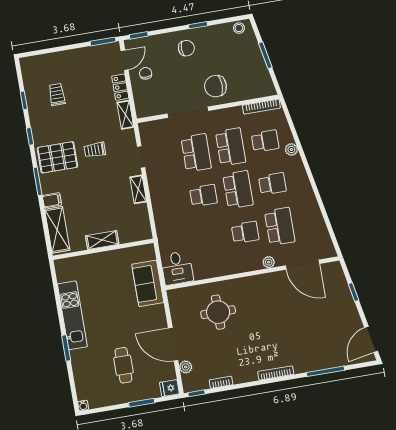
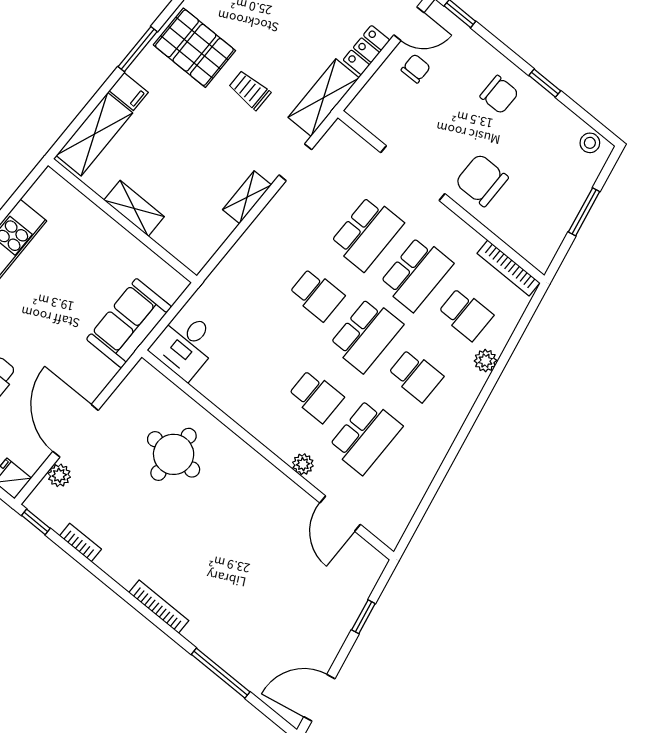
shelving: (125, 115) -> (324, 98), width x1.50, depth x1.33
door: (302, 265) -> (340, 514), width x0.73

